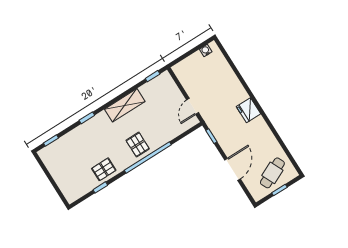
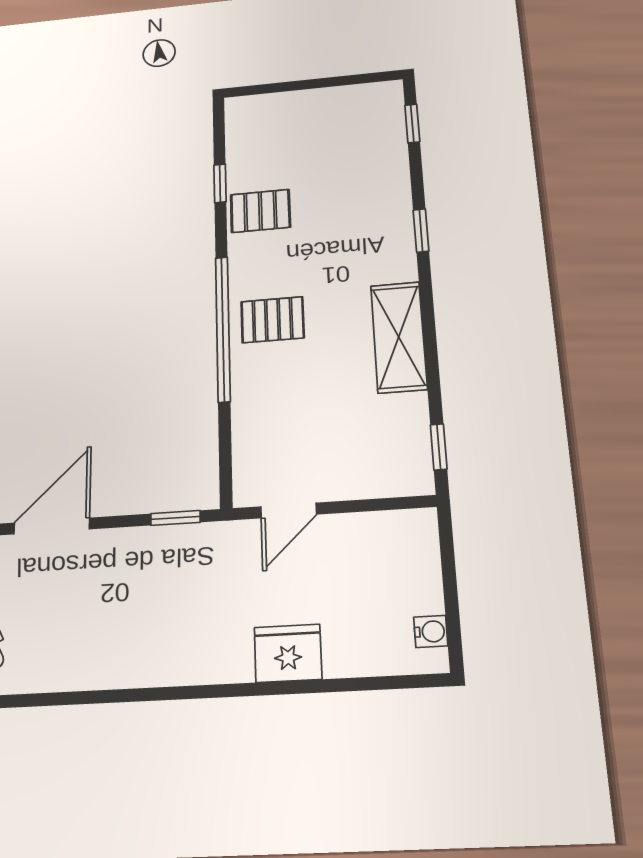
door: (193, 106) -> (289, 511), swing flipped
fridge: (248, 110) -> (288, 653), moved
pallet: (104, 169) -> (260, 211), turned 90
door: (232, 169) -> (52, 526), swing flipped

